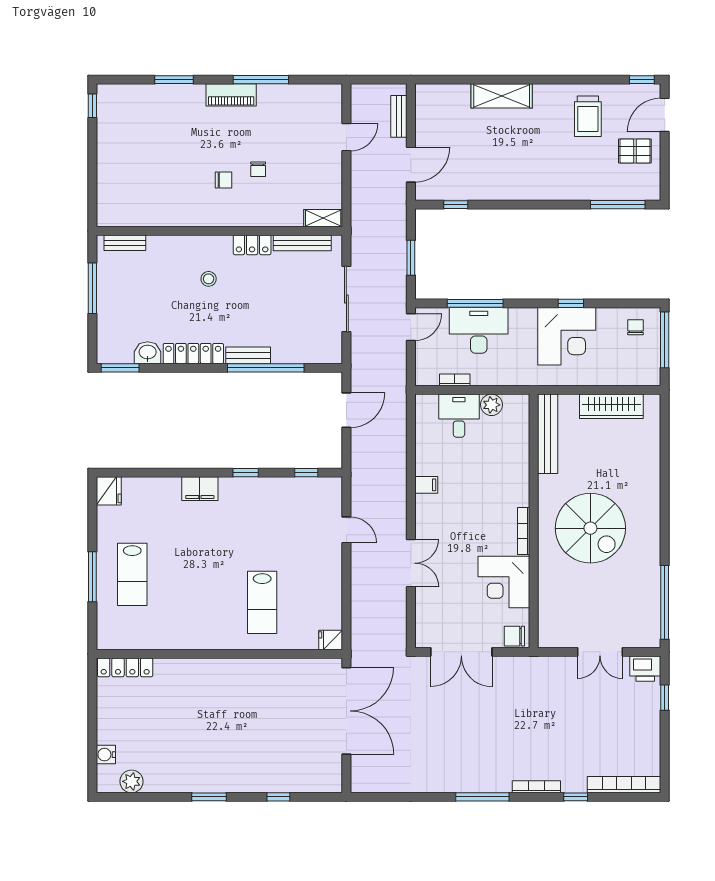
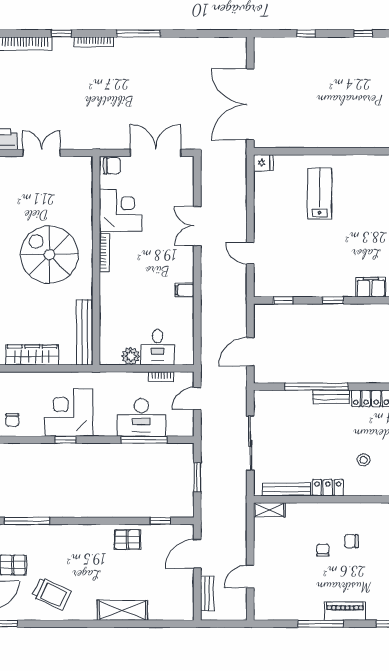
trolley: (588, 116) -> (51, 594), turned 115
pallet: (496, 182) -> (127, 540), added
door: (411, 327) -> (197, 398), moved
window: (209, 797) -> (363, 33), width x0.67

